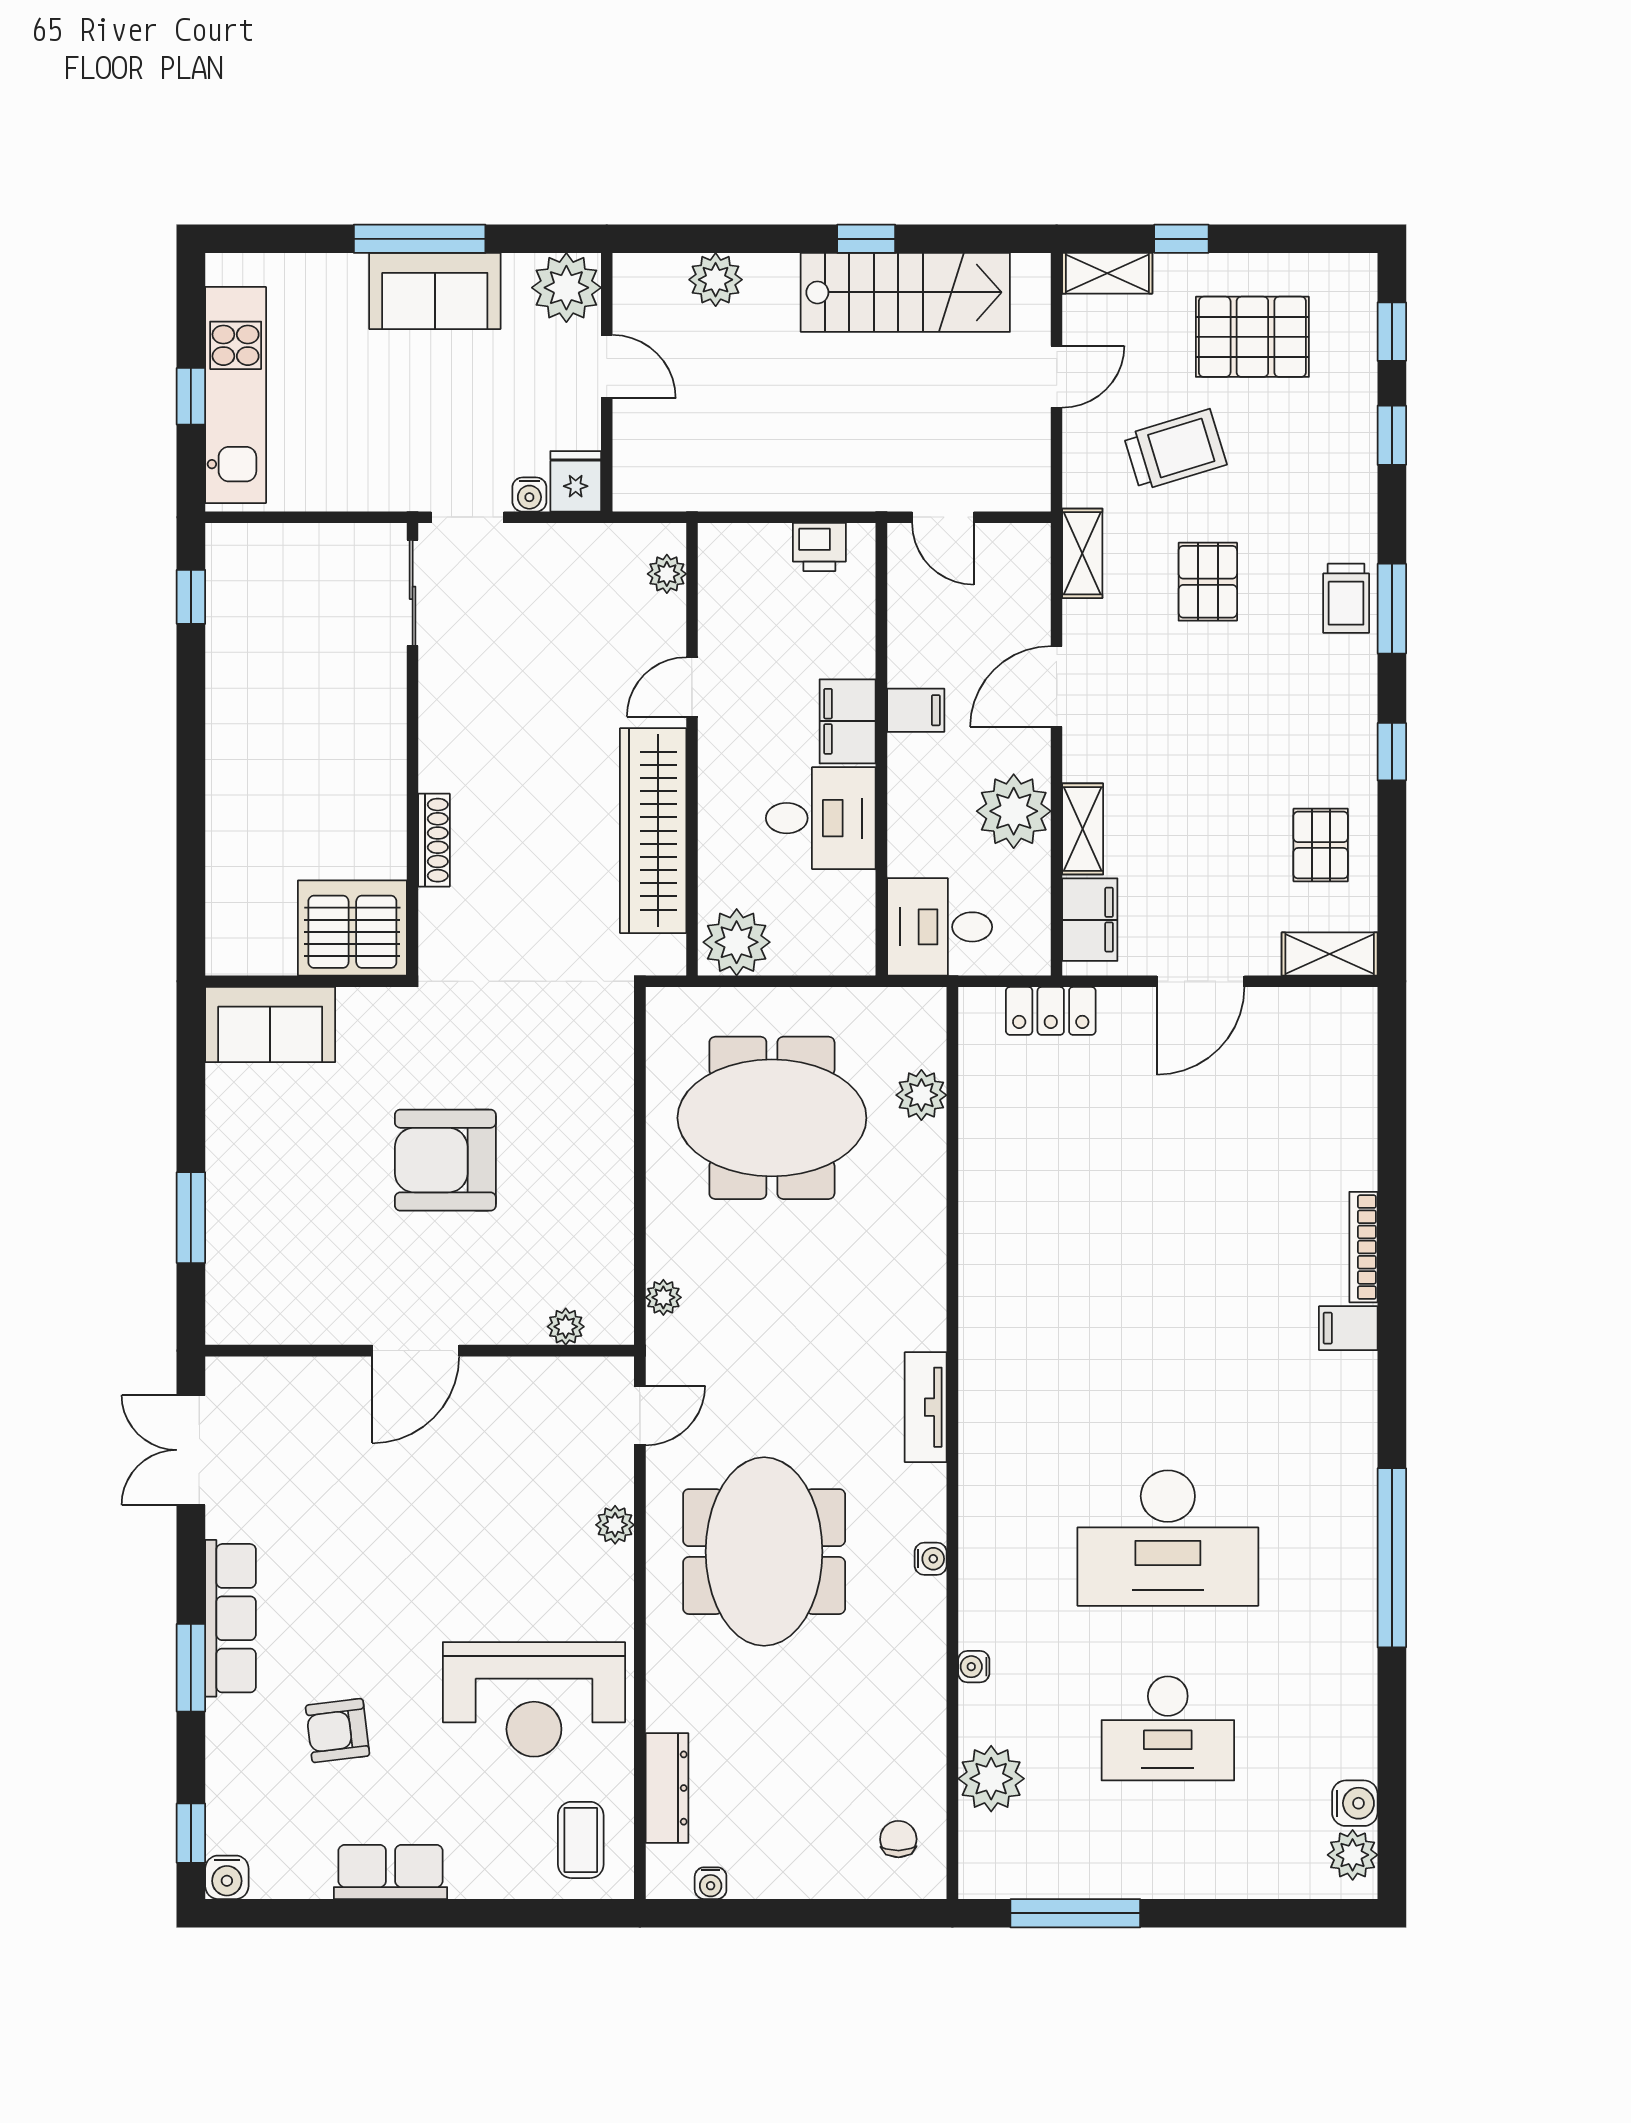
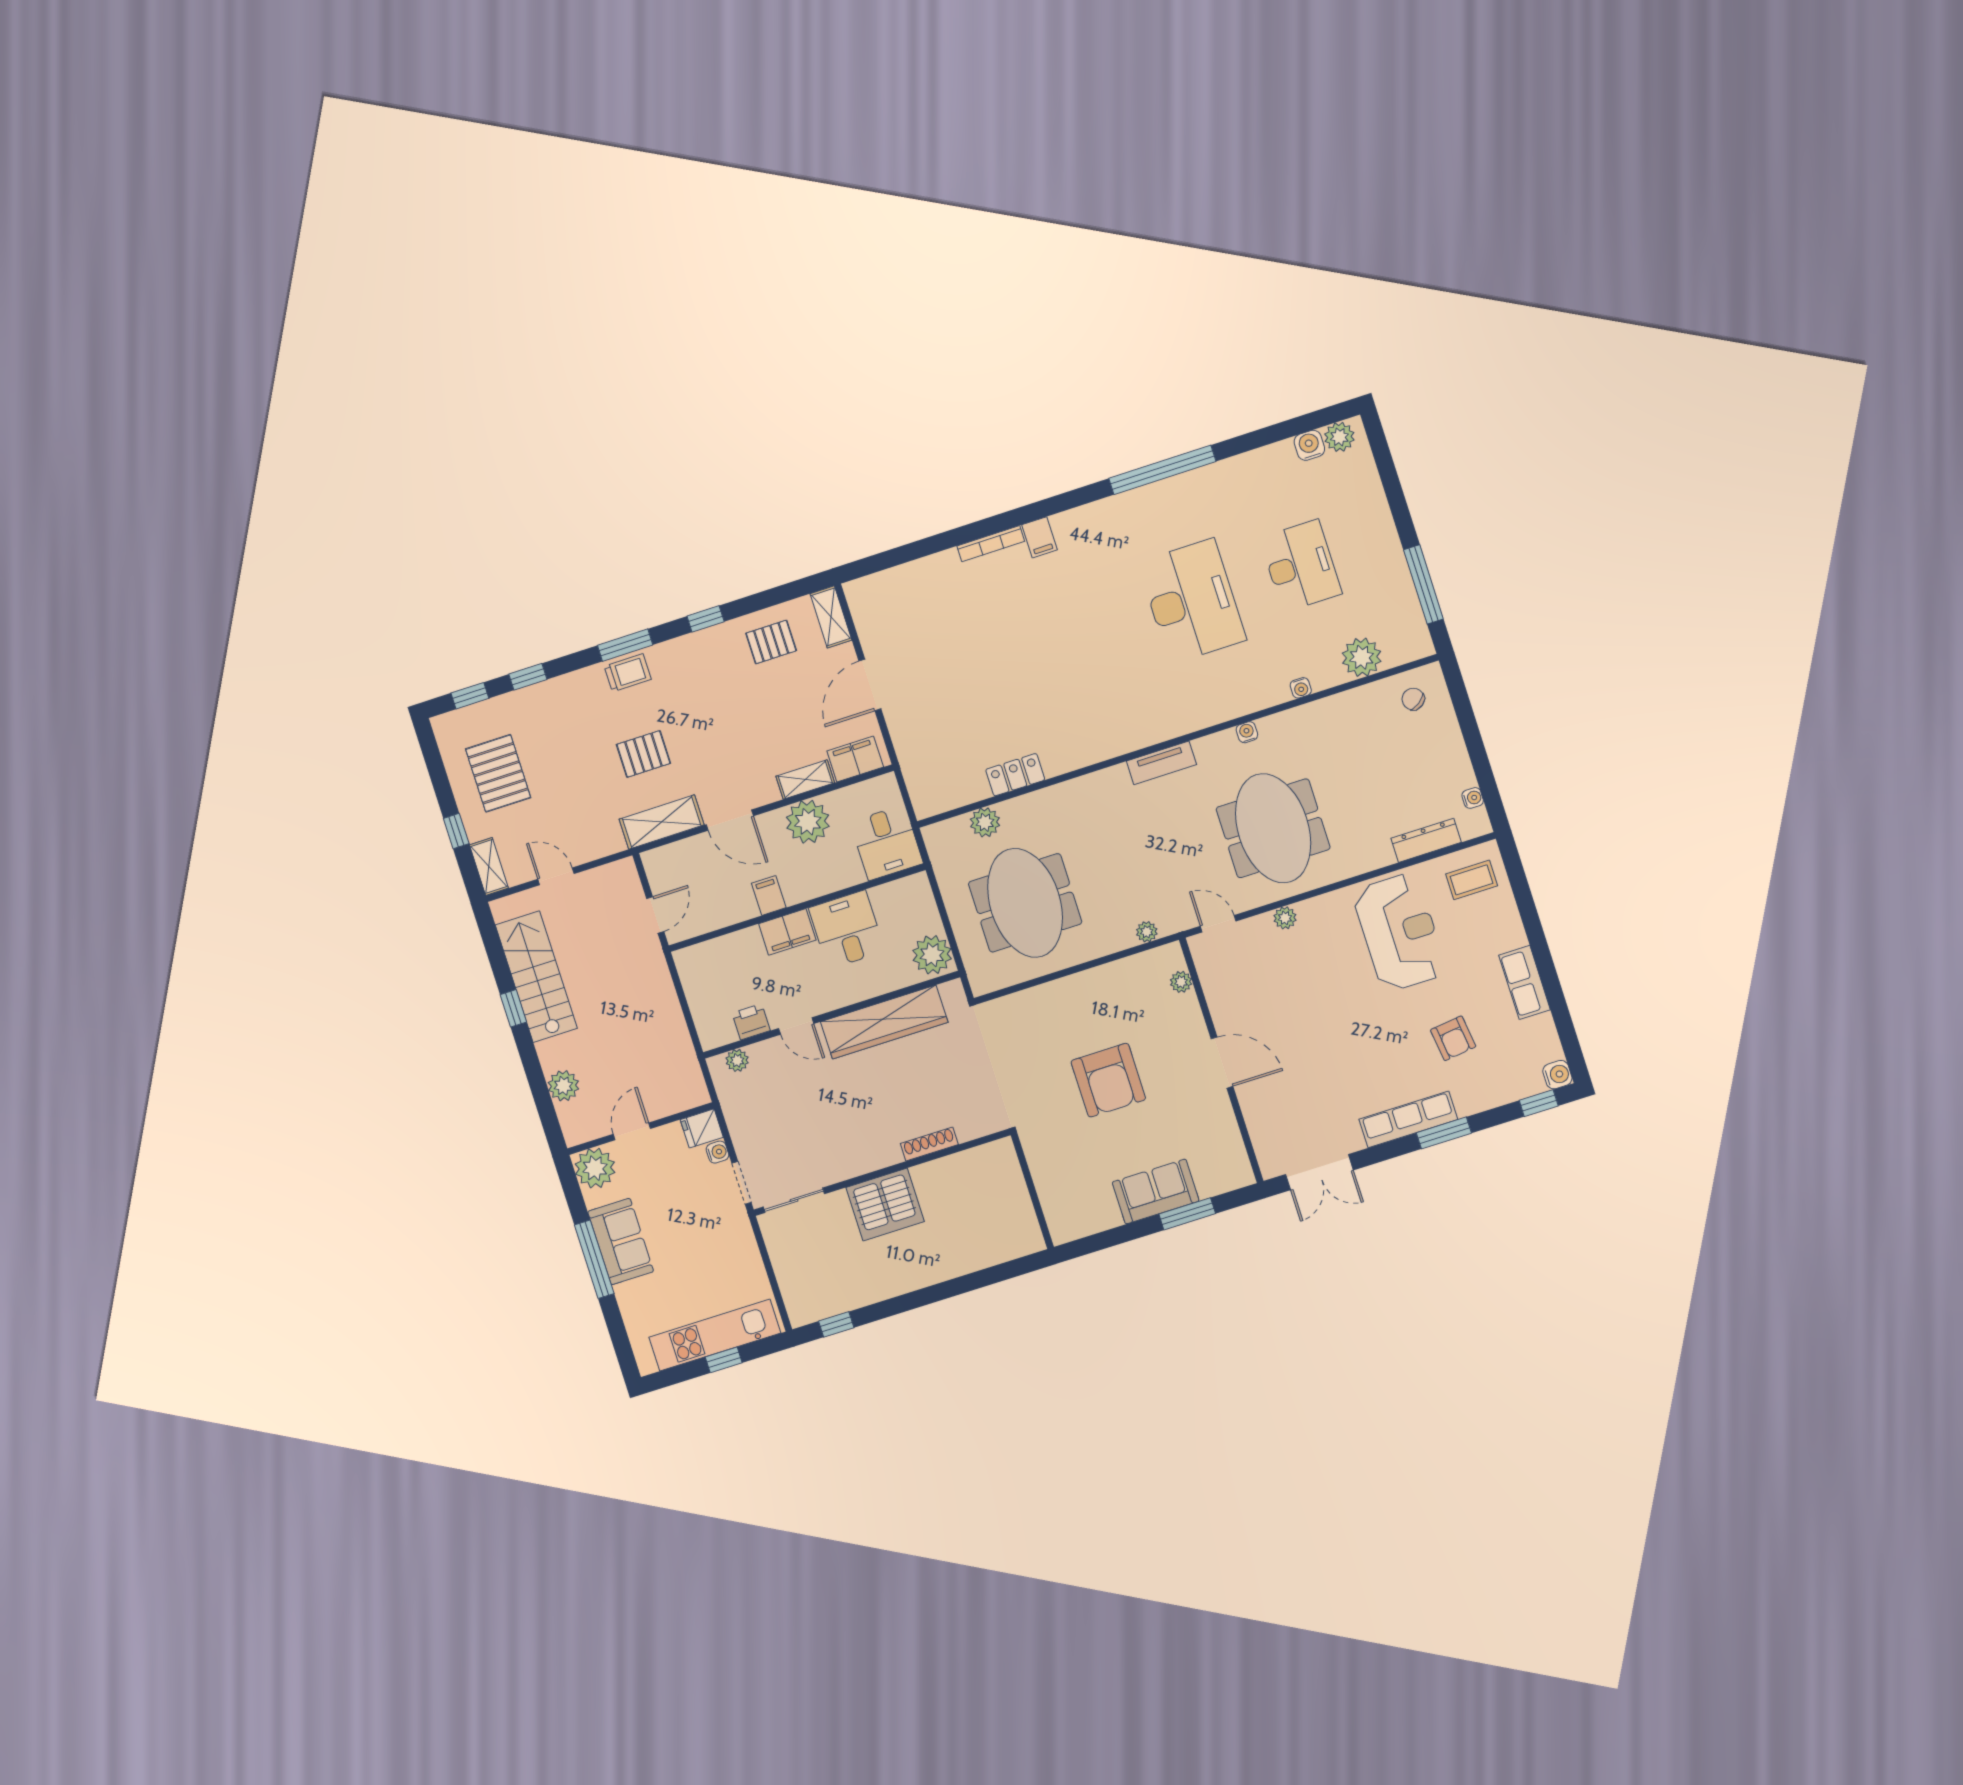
trolley: (1175, 450) -> (575, 796), removed
printer: (819, 547) -> (751, 1022), moved, turned -90
shelving: (1082, 553) -> (662, 822), width x1.50, depth x1.33
server rack: (352, 928) -> (885, 1205), moved, turned -90
door: (1201, 981) -> (870, 685), swing flipped
locker: (1051, 1011) -> (1015, 775), moved, turned -90
sofa: (270, 1025) -> (1156, 1192), moved, turned -90
meeting table: (764, 1552) -> (1273, 828), turned 90
chair: (898, 1839) -> (1413, 699), turned 55

